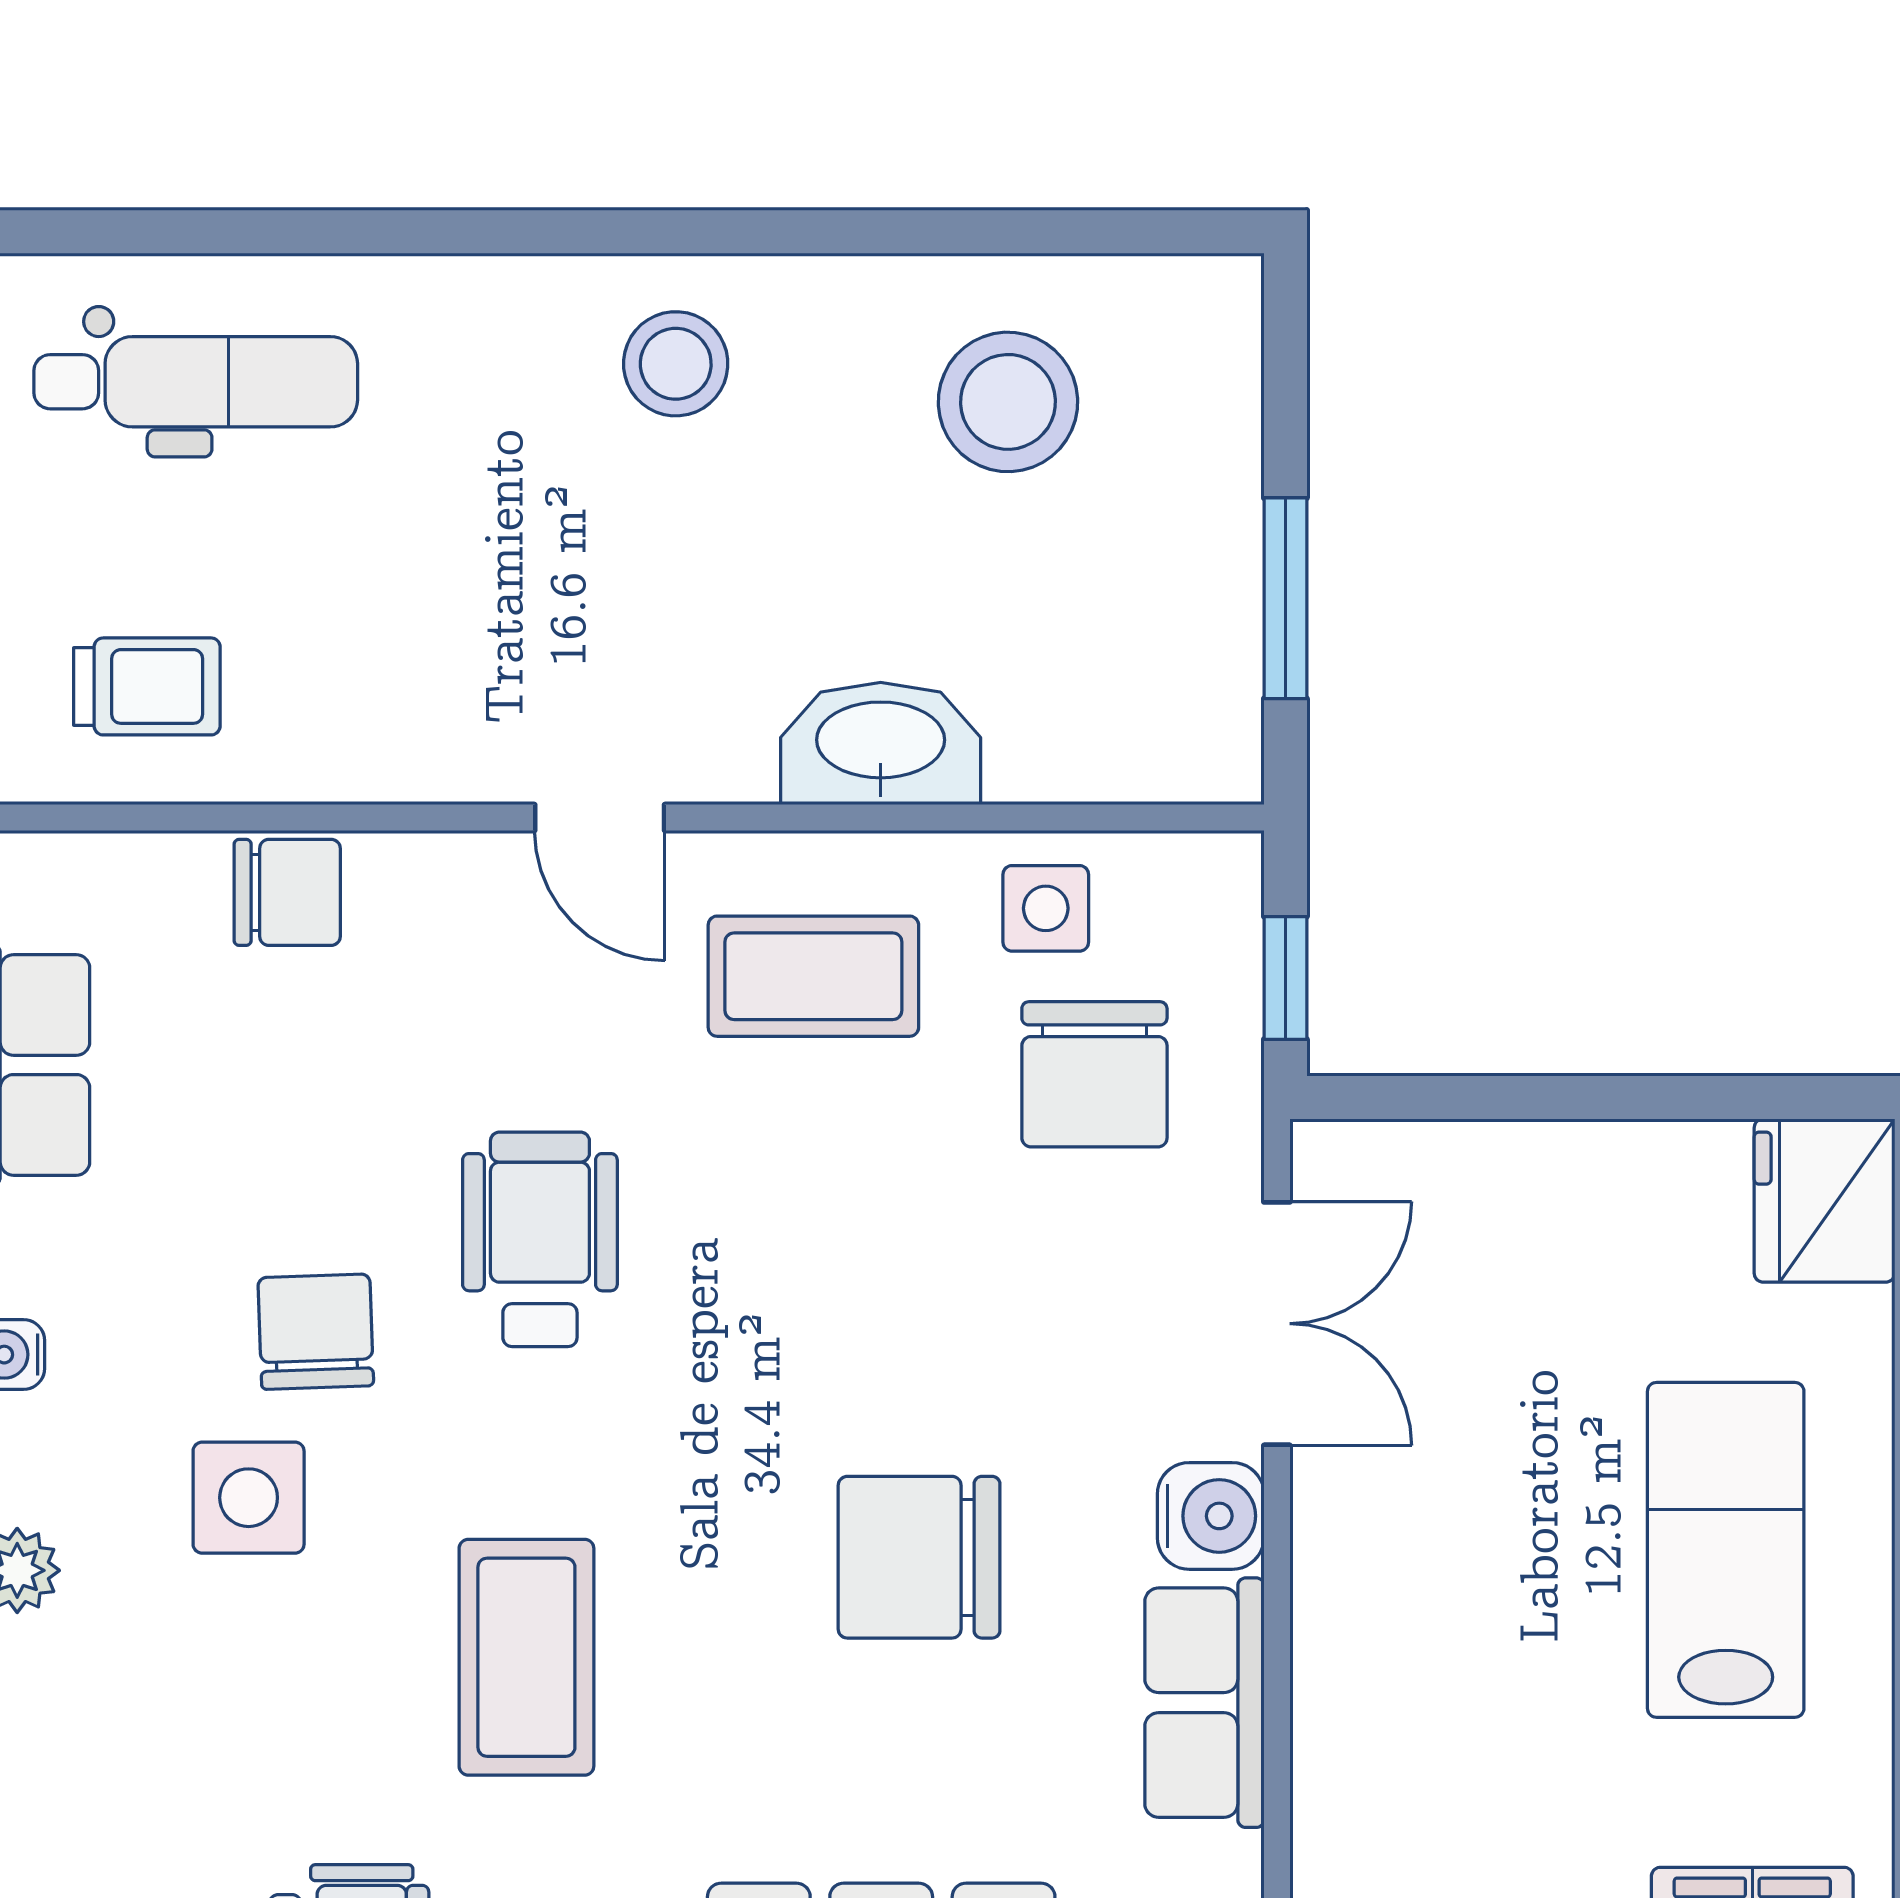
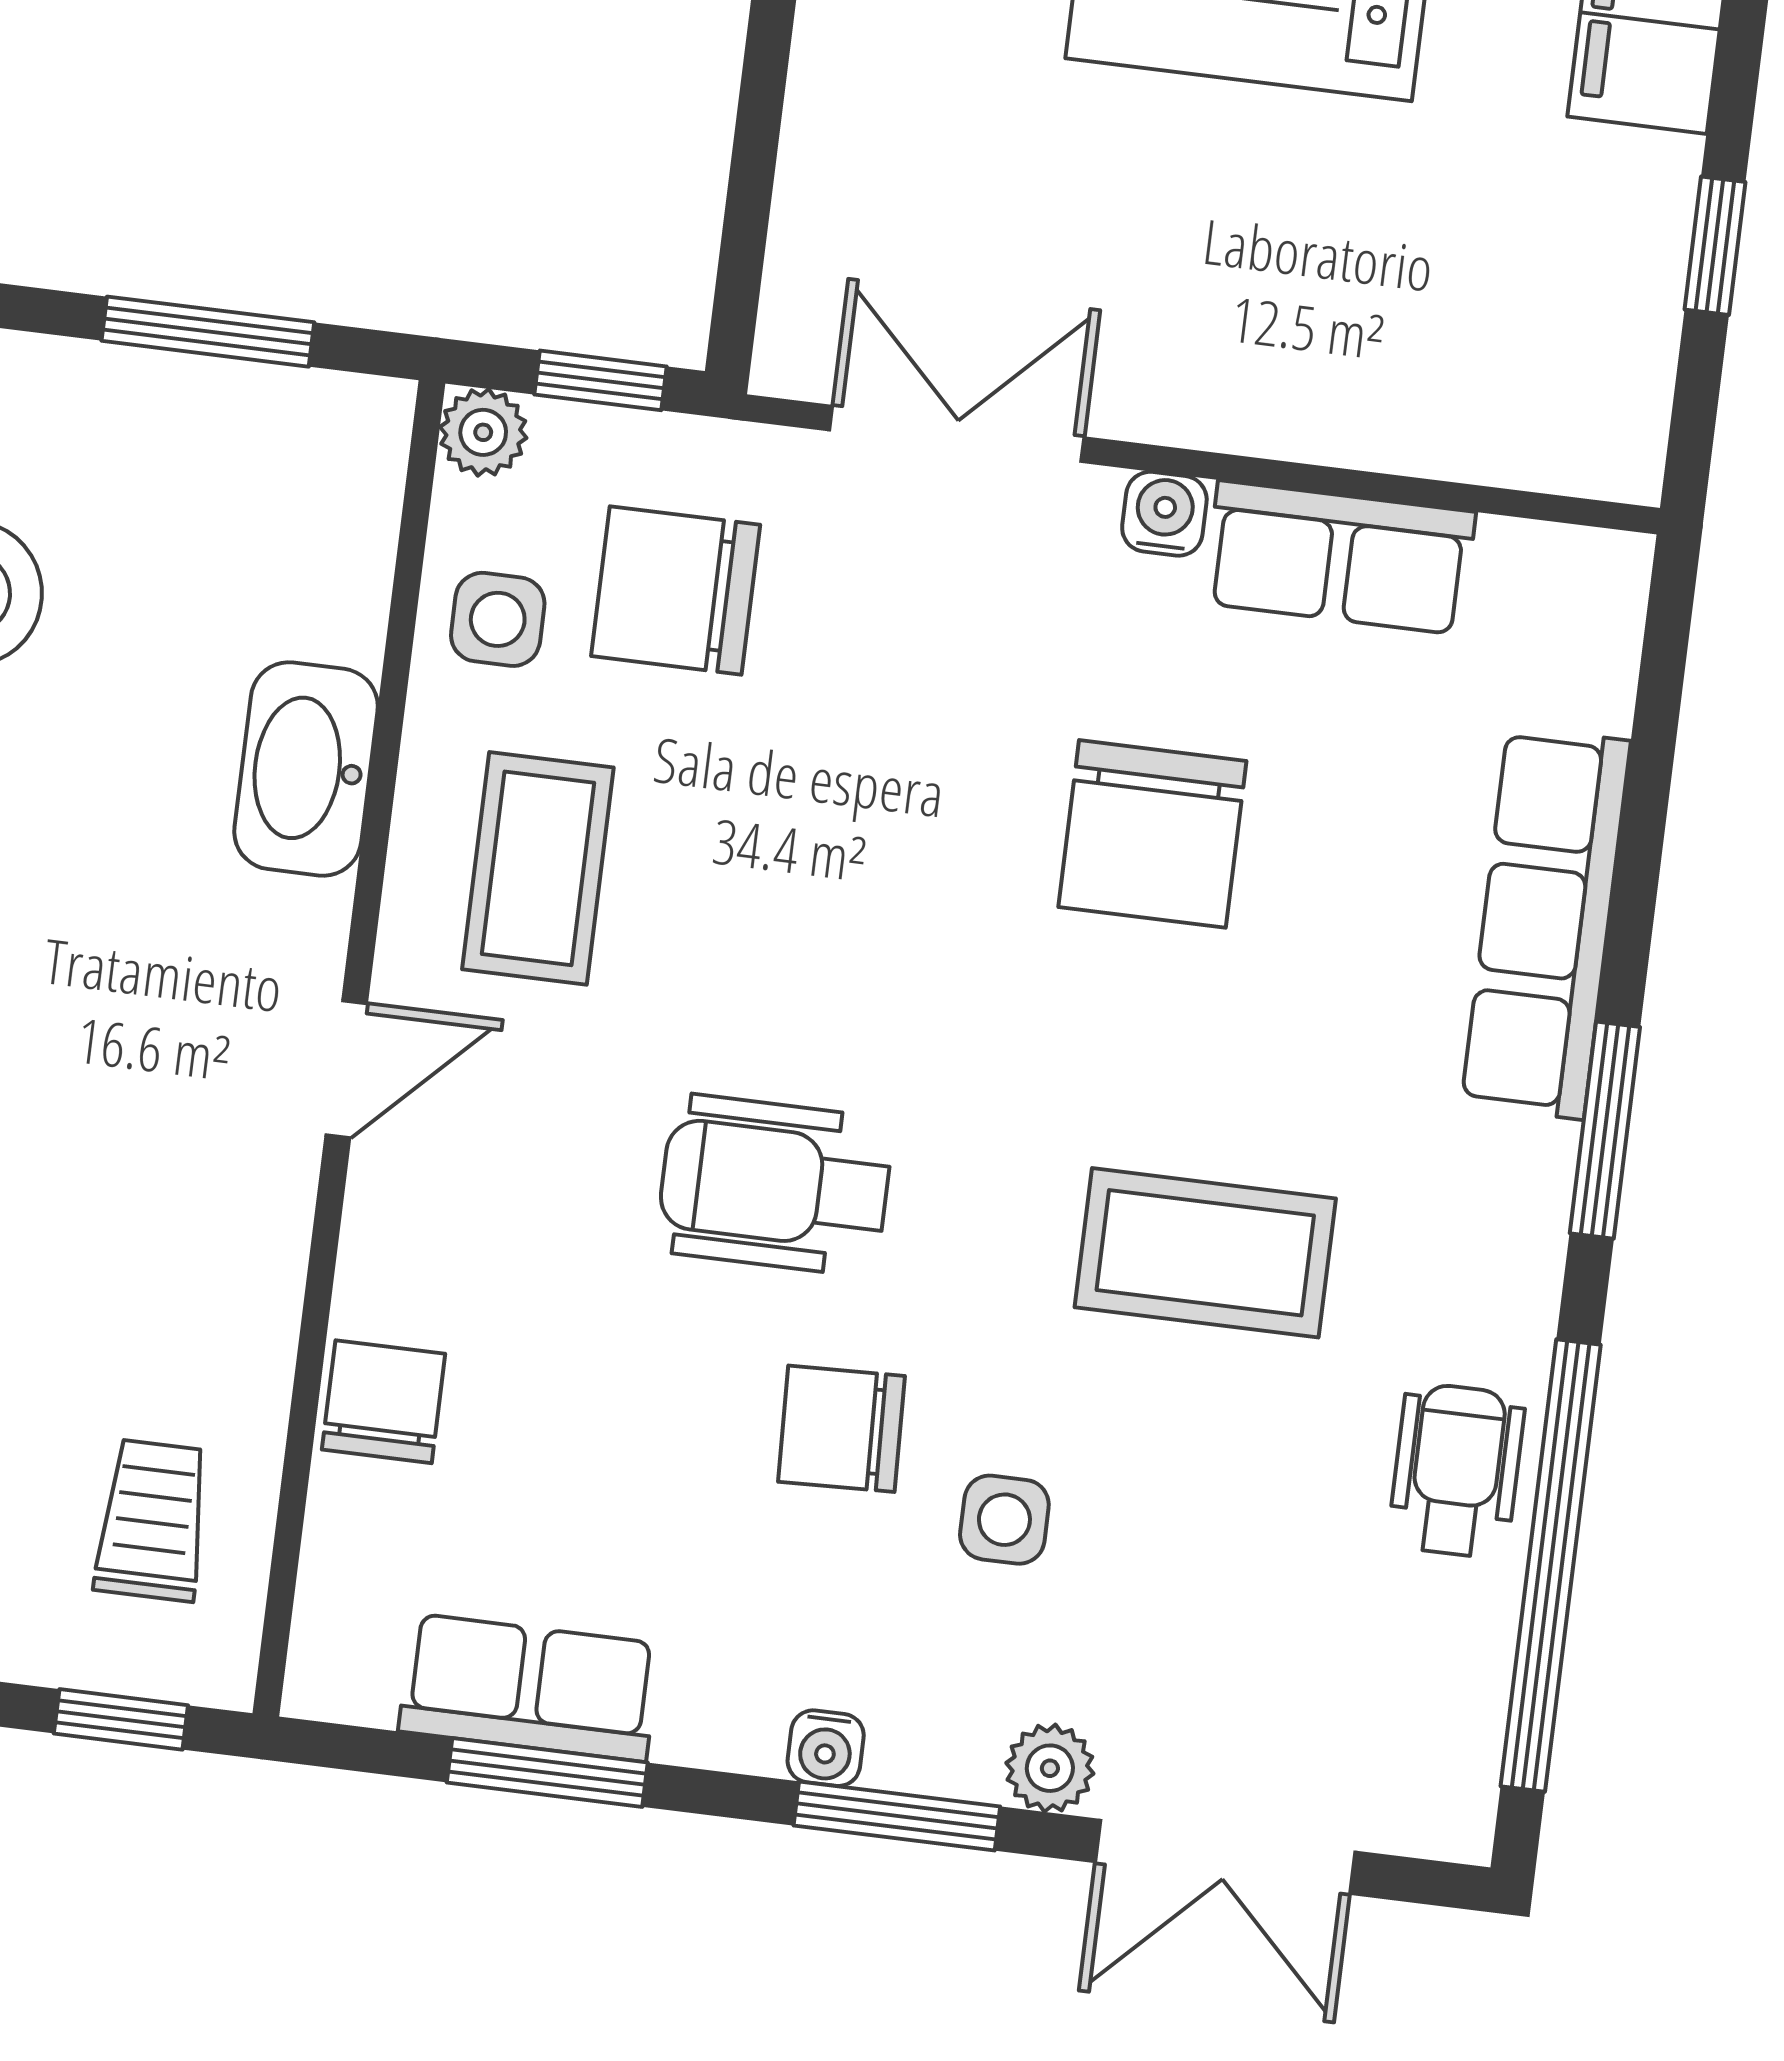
plant: (1222, 872) -> (483, 432), added
chair: (1094, 1074) -> (676, 590), turned 180
side table: (249, 1498) -> (1004, 1520), width x0.73, depth x0.73
water cooler: (1211, 1516) -> (1164, 514), width x0.72, depth x0.72

